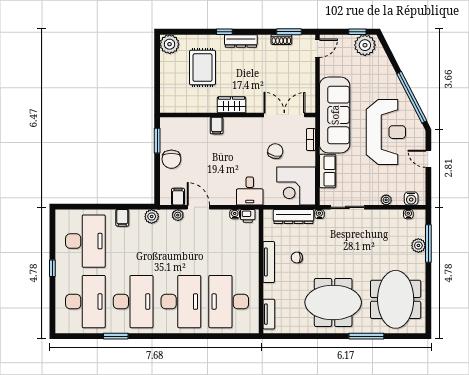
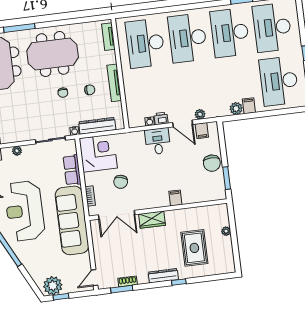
plant: (170, 44) -> (226, 231), moved, width x0.53, depth x0.53
wardrobe: (232, 105) -> (152, 220), moved
chair: (171, 159) -> (212, 163), turned 180
desk: (250, 191) -> (158, 141), moved
printer: (248, 216) -> (161, 118), moved
plant: (152, 217) -> (236, 109), moved
chair: (327, 258) -> (63, 93), added
desk: (229, 302) -> (145, 43), turned 180

